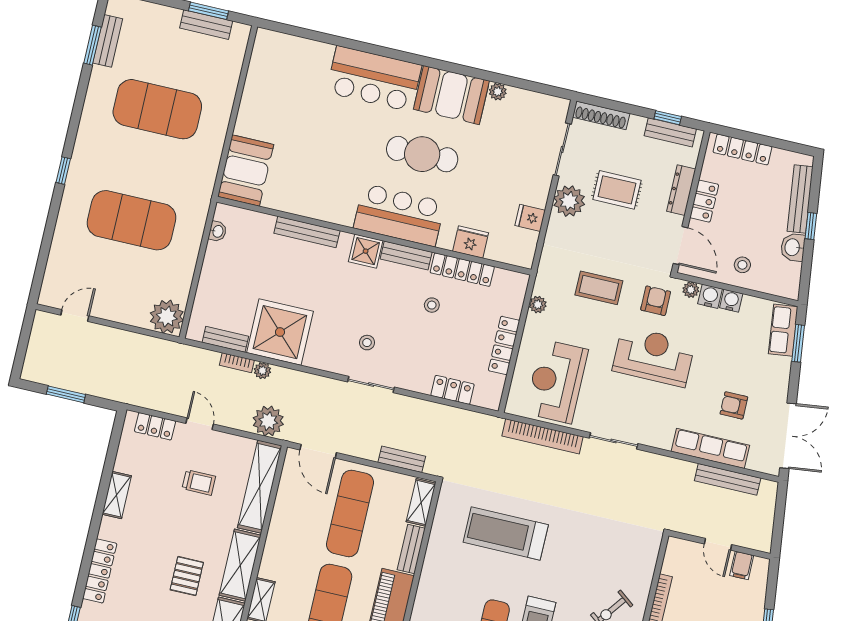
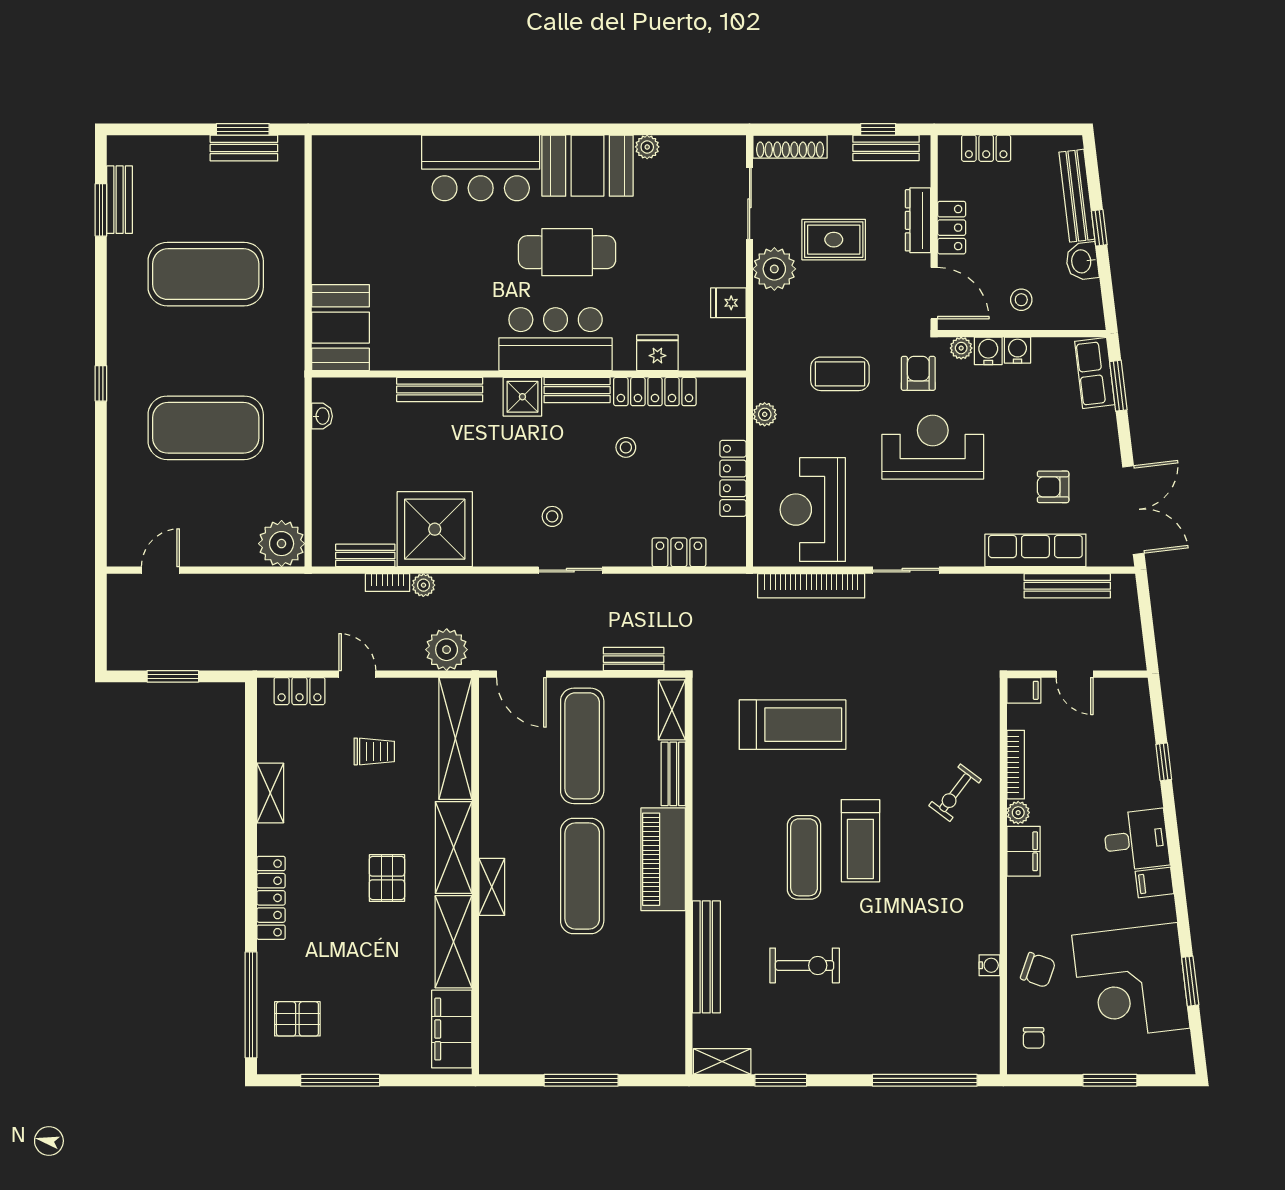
locker: (742, 149) -> (986, 148), width x0.66
treadmill: (506, 533) -> (793, 725), turned 180
filing cabinet: (742, 565) -> (1024, 690), moved, turned -90

